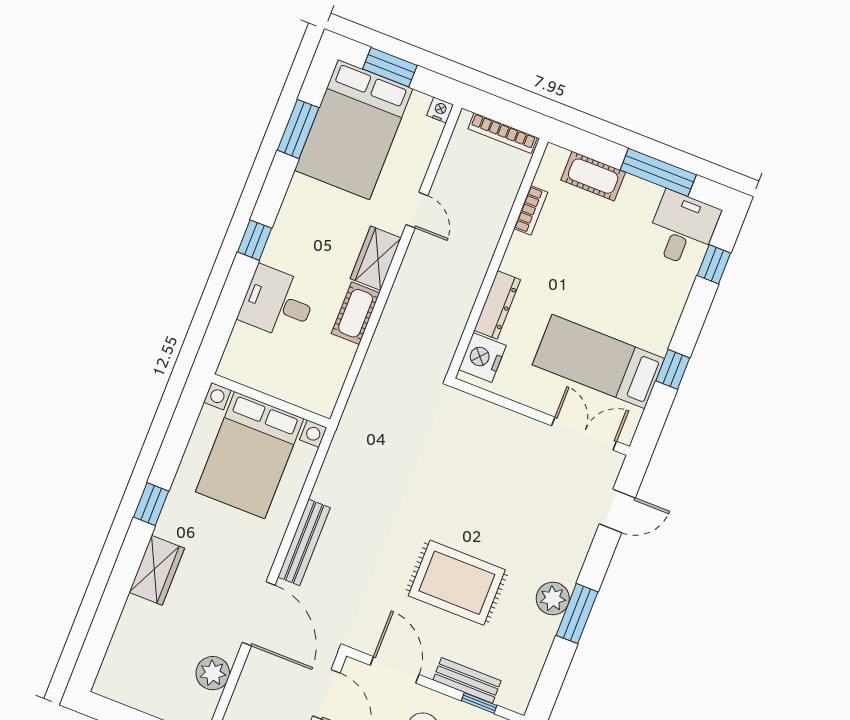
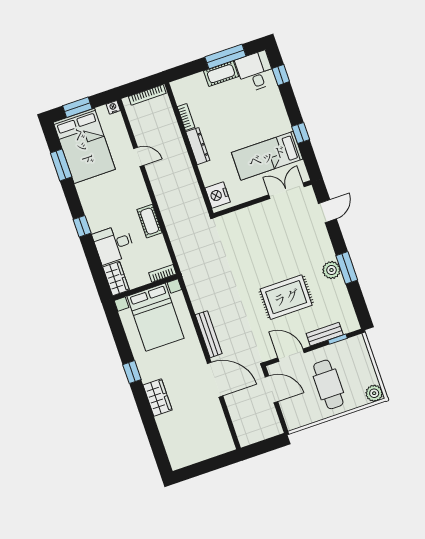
cot: (593, 176) -> (221, 74), moved
wardrobe: (376, 258) -> (116, 278), moved, turned 180
dresser: (497, 305) -> (198, 146), moved
bookcase: (312, 402) -> (163, 273), added
plant: (213, 673) -> (217, 420), removed

